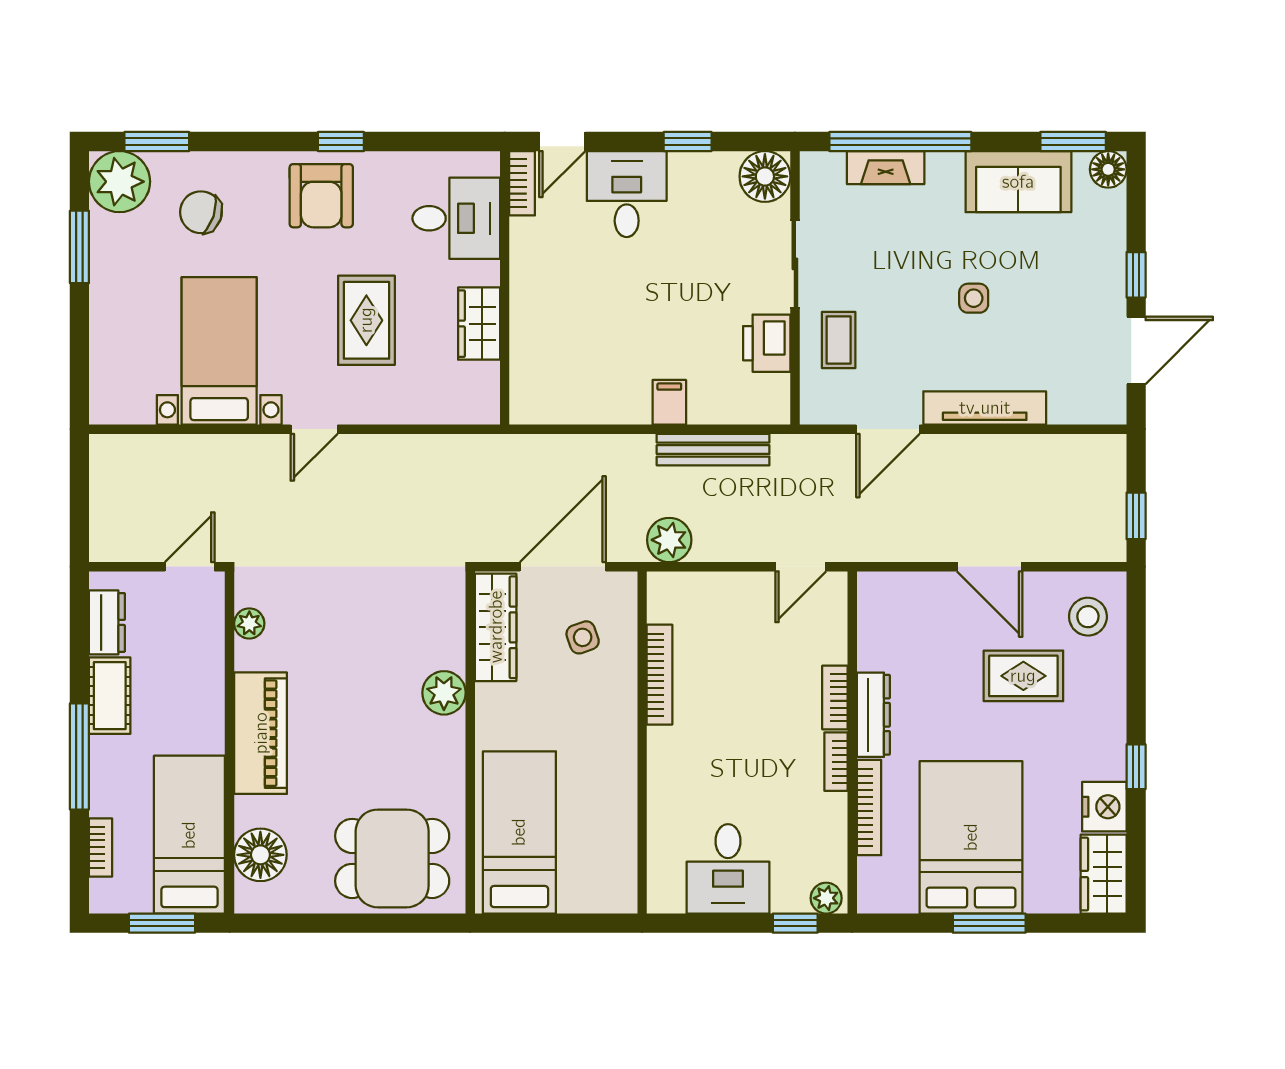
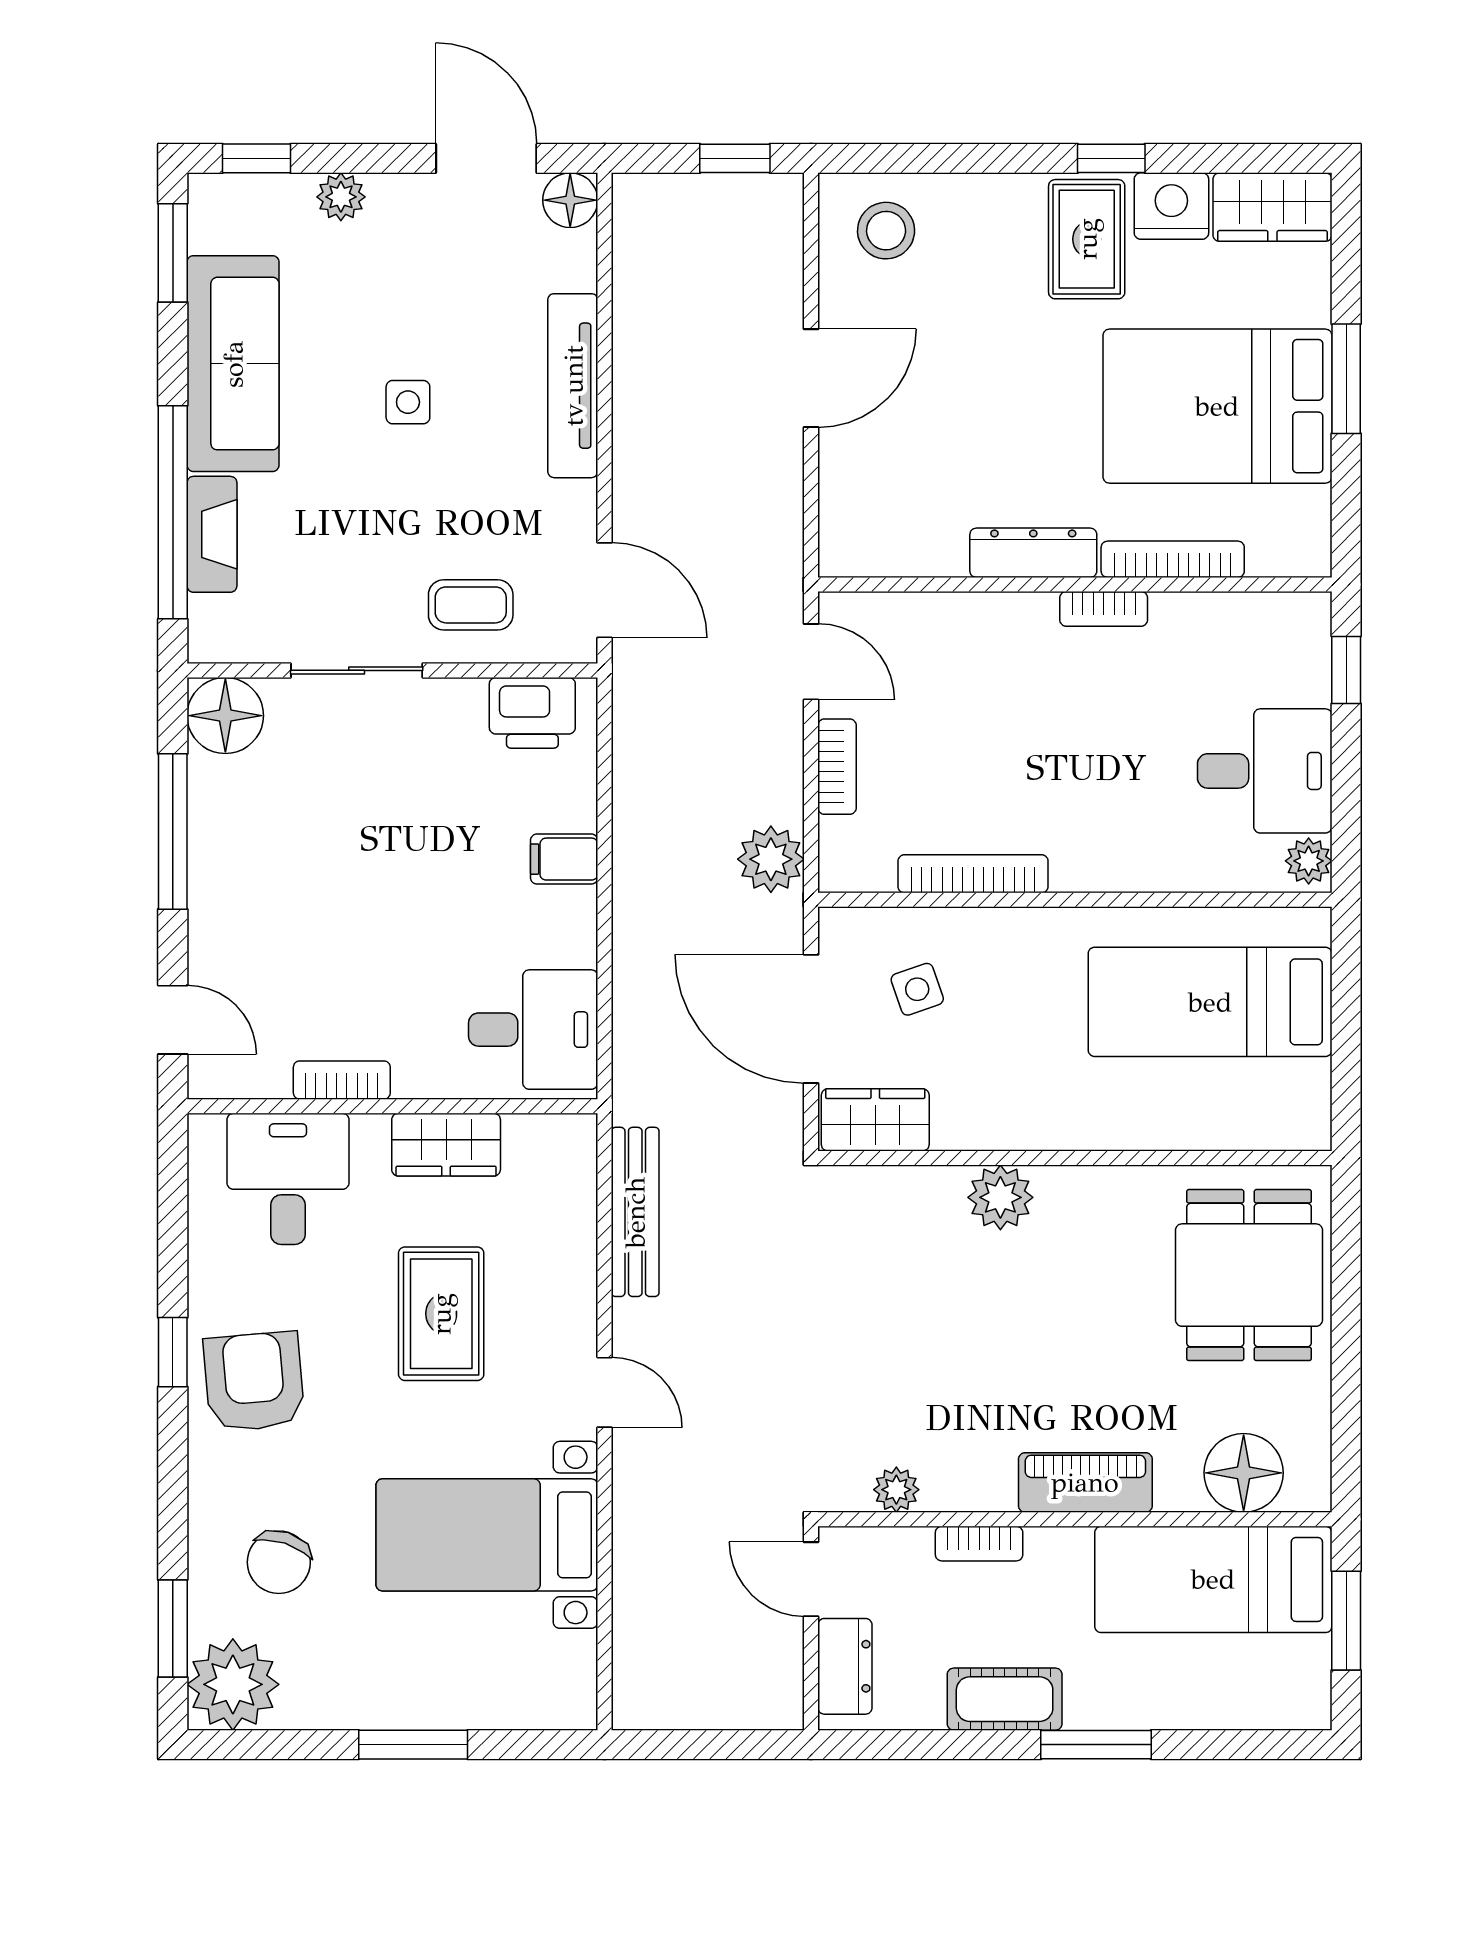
window: (688, 142) -> (173, 832), width x2.17
floor lamp: (1108, 169) -> (570, 200), moved
sofa: (1018, 182) -> (233, 364), width x1.36
bookcase: (522, 183) -> (342, 1080), moved
desk: (627, 194) -> (533, 1030), moved, turned 180
armchair: (321, 196) -> (254, 1382), turned -95
window: (79, 247) -> (413, 1745), moved
plant: (1110, 254) -> (341, 197), added
window: (1136, 275) -> (256, 158), moved
rug: (366, 320) -> (441, 1314), turned 90
printer: (767, 343) -> (532, 713), moved
door: (888, 429) -> (605, 590), moved
bench: (713, 450) -> (635, 1212), moved
dresser: (107, 622) -> (845, 1666), moved, turned 90
wardrobe: (496, 627) -> (875, 1120), width x0.67
rug: (1023, 676) -> (1087, 239), moved
bookcase: (835, 698) -> (837, 767), moved, turned -90
piano: (261, 733) -> (1085, 1482), width x0.73, depth x0.75
window: (79, 756) -> (1096, 1745), width x0.69
bed: (519, 832) -> (1210, 1002), moved
bookcase: (101, 847) -> (979, 1544), moved, turned 180
plant: (826, 898) -> (1309, 861), moved

